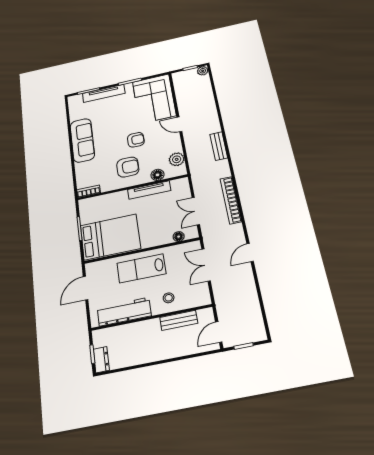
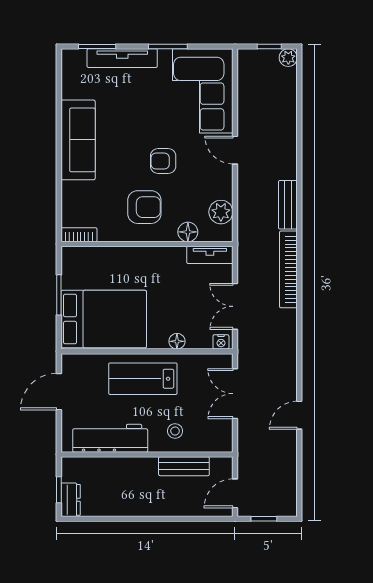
armchair: (136, 140) -> (163, 161), turned 180
tv unit: (149, 190) -> (210, 255), moved, width x0.71
bookcase: (231, 200) -> (288, 269), moved
nightstand: (190, 234) -> (221, 342), added
floor lamp: (179, 237) -> (177, 341), moved
door: (250, 252) -> (299, 415), moved

